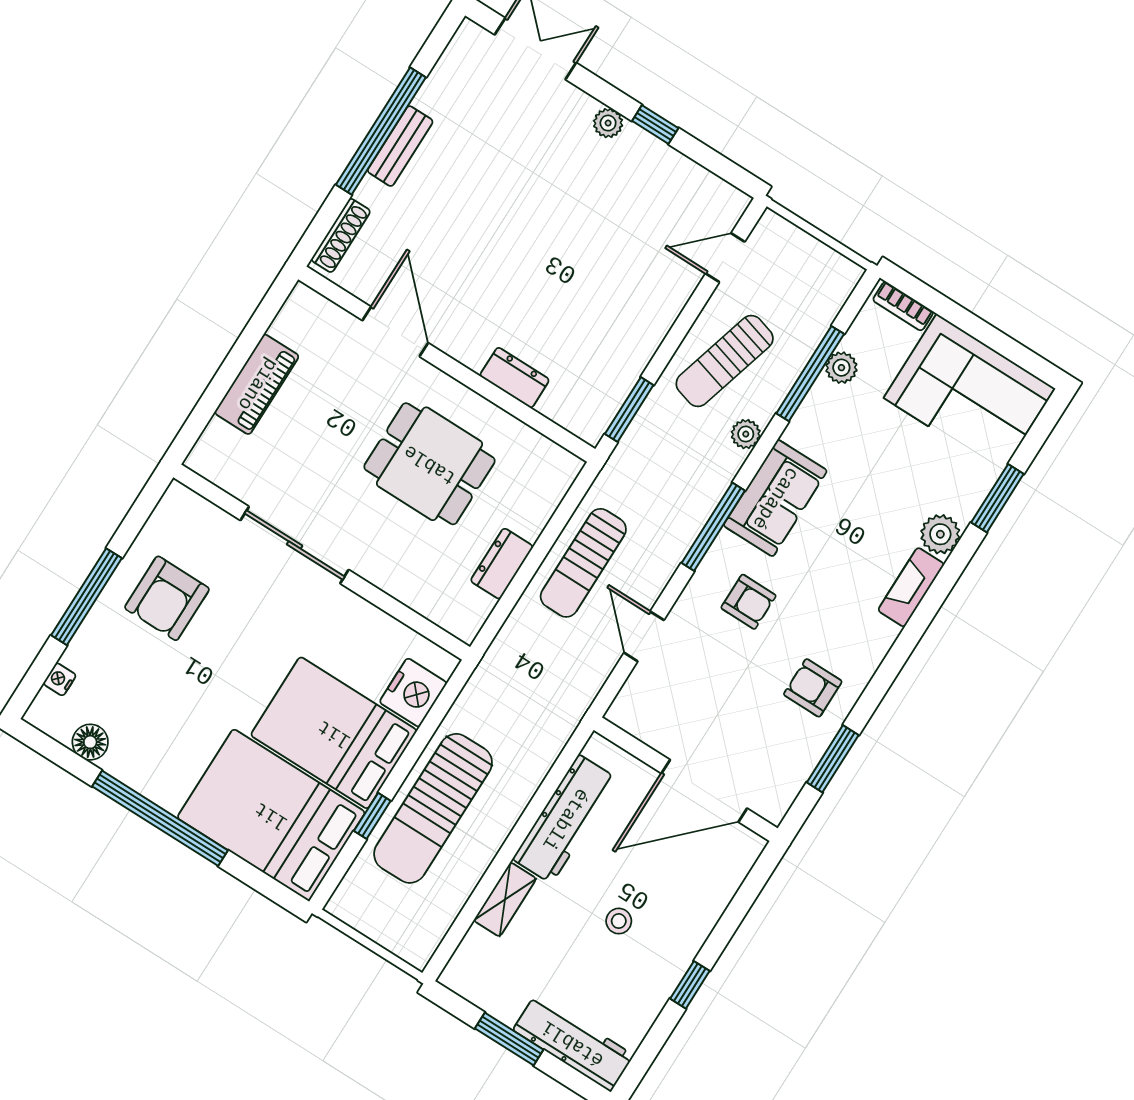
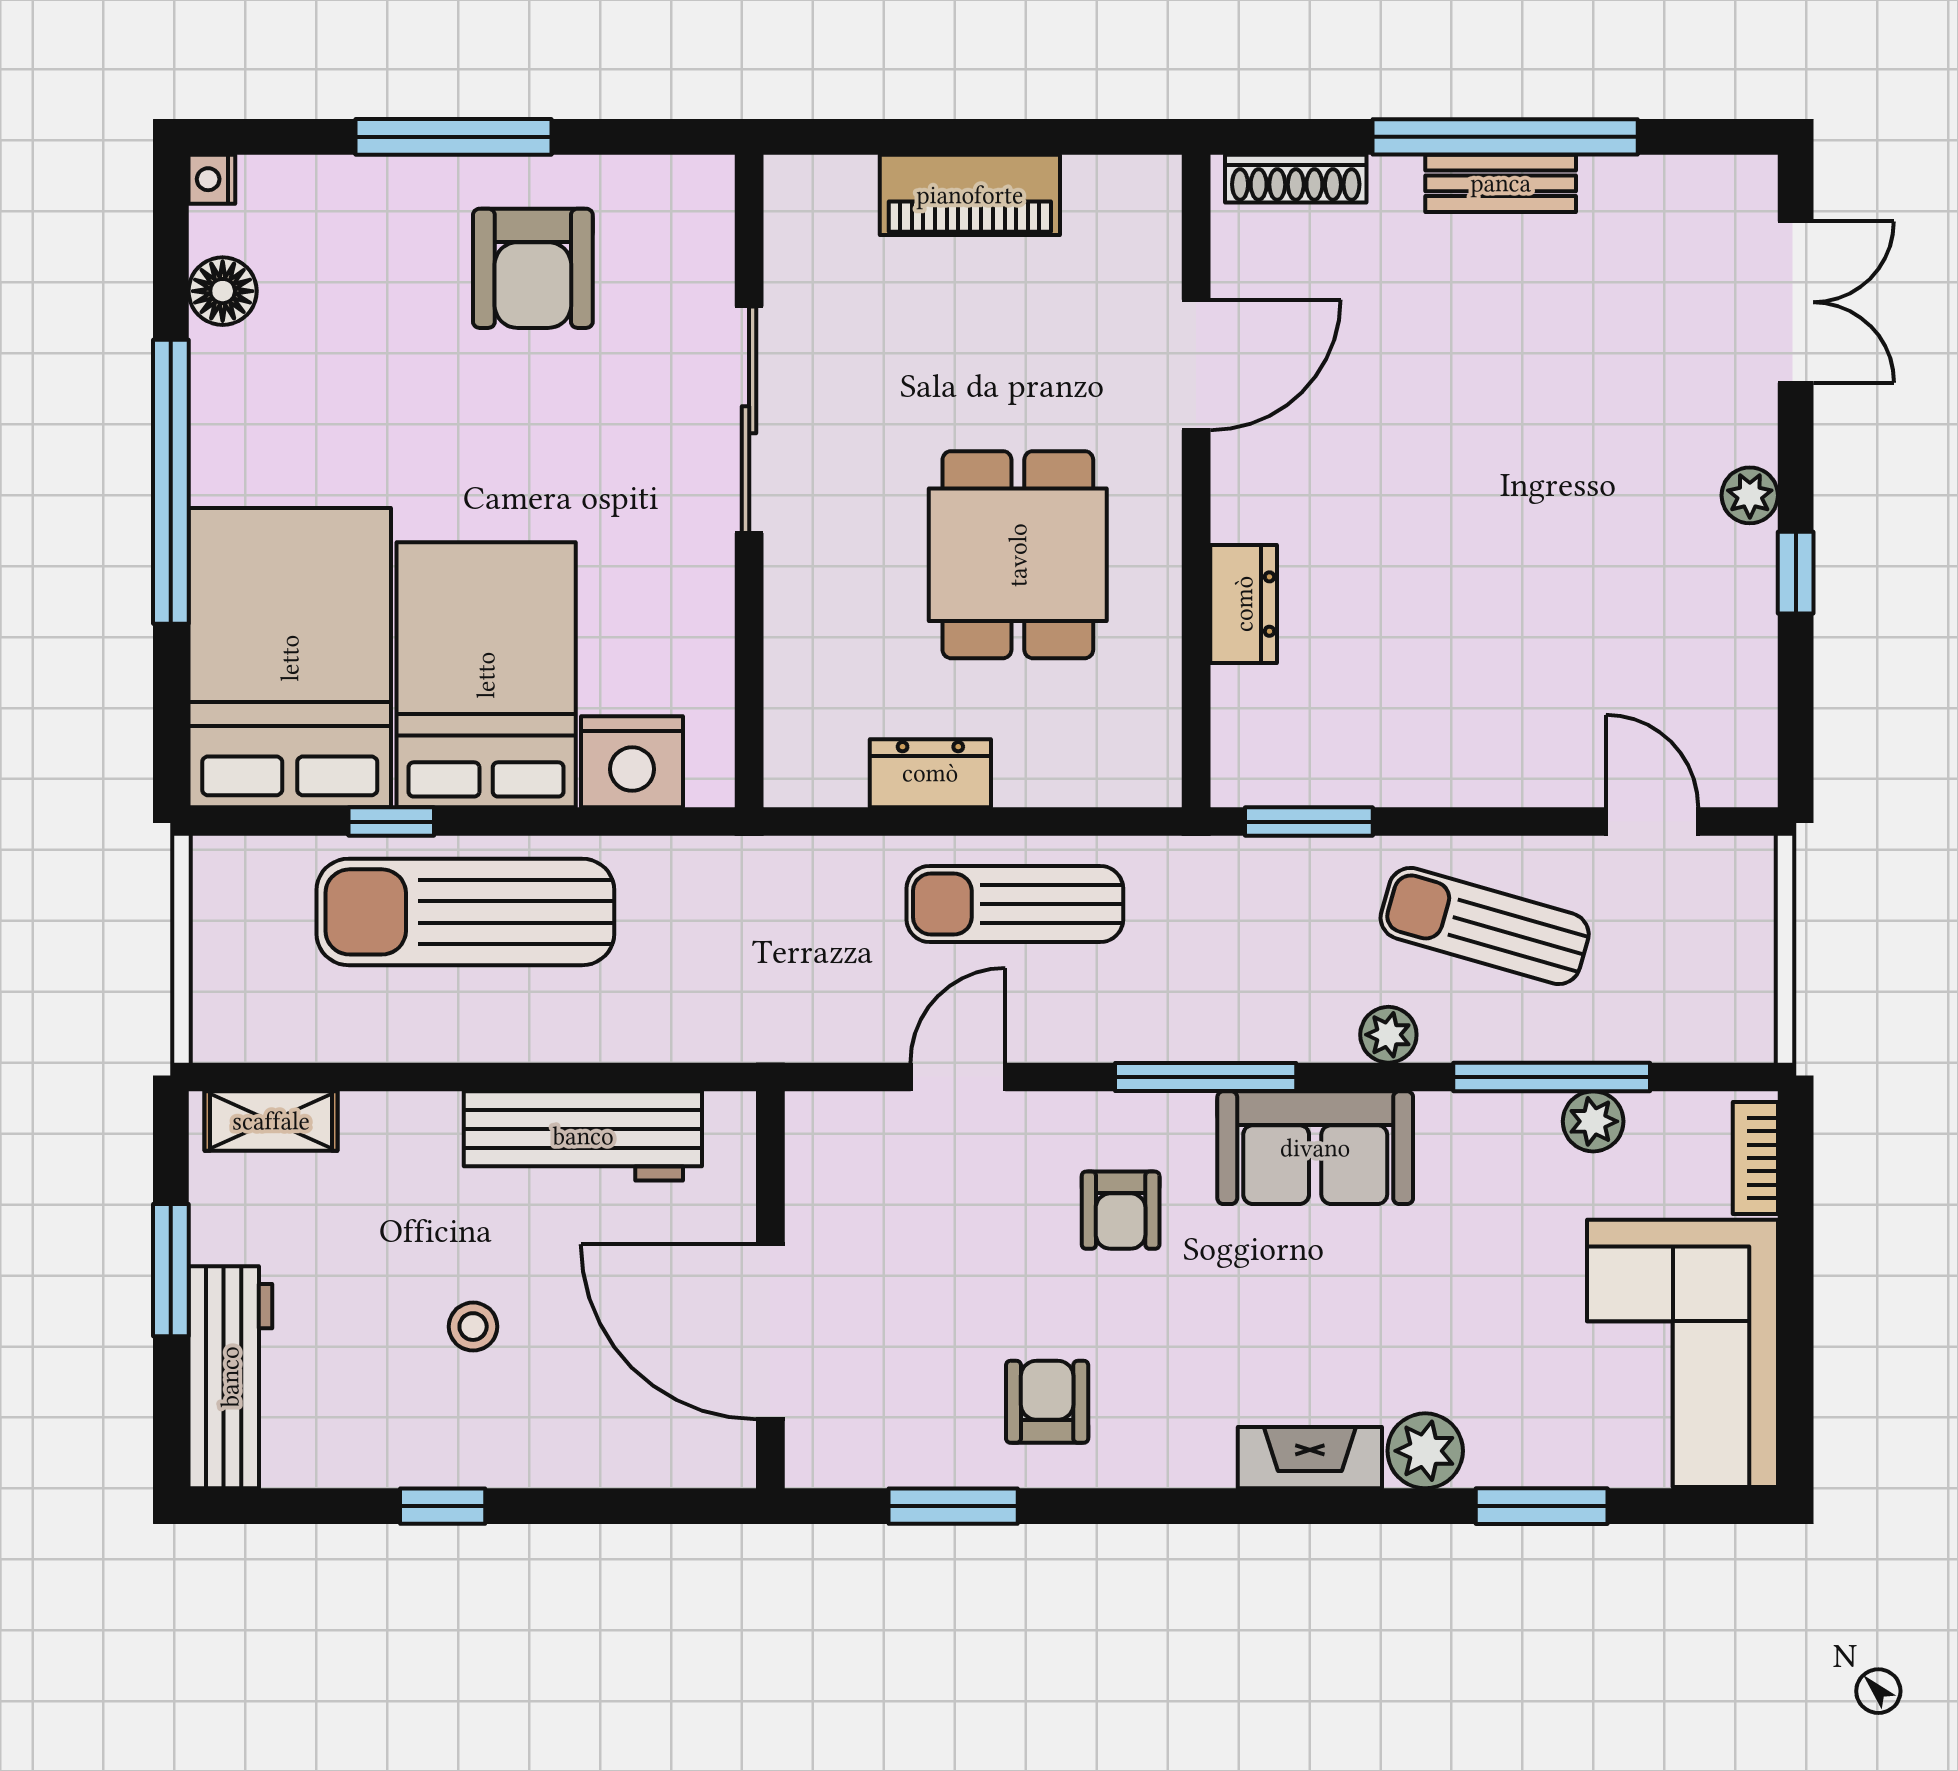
armchair: (167, 598) -> (533, 268), turned -90
nightstand: (60, 679) -> (212, 179), moved, turned -90
shelving: (505, 899) -> (271, 1121), moved

